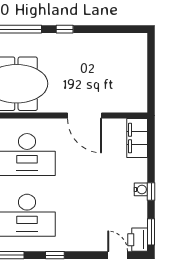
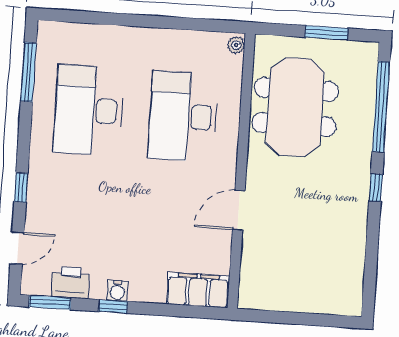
door: (85, 116) -> (239, 210), width x0.73
printer: (138, 240) -> (70, 283), moved
window: (55, 255) -> (21, 188), moved

